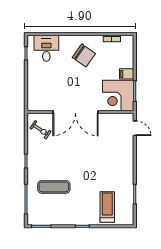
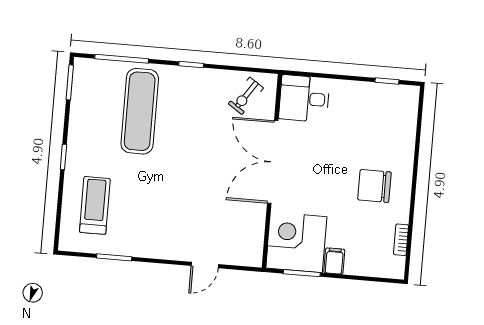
desk: (46, 48) -> (304, 99), moved, turned 180
chair: (84, 55) -> (374, 186), turned 55
door: (135, 128) -> (205, 265), moved
exercise mat: (54, 187) -> (140, 111), width x1.36, depth x1.45
treadmill: (107, 207) -> (95, 205), turned -90

